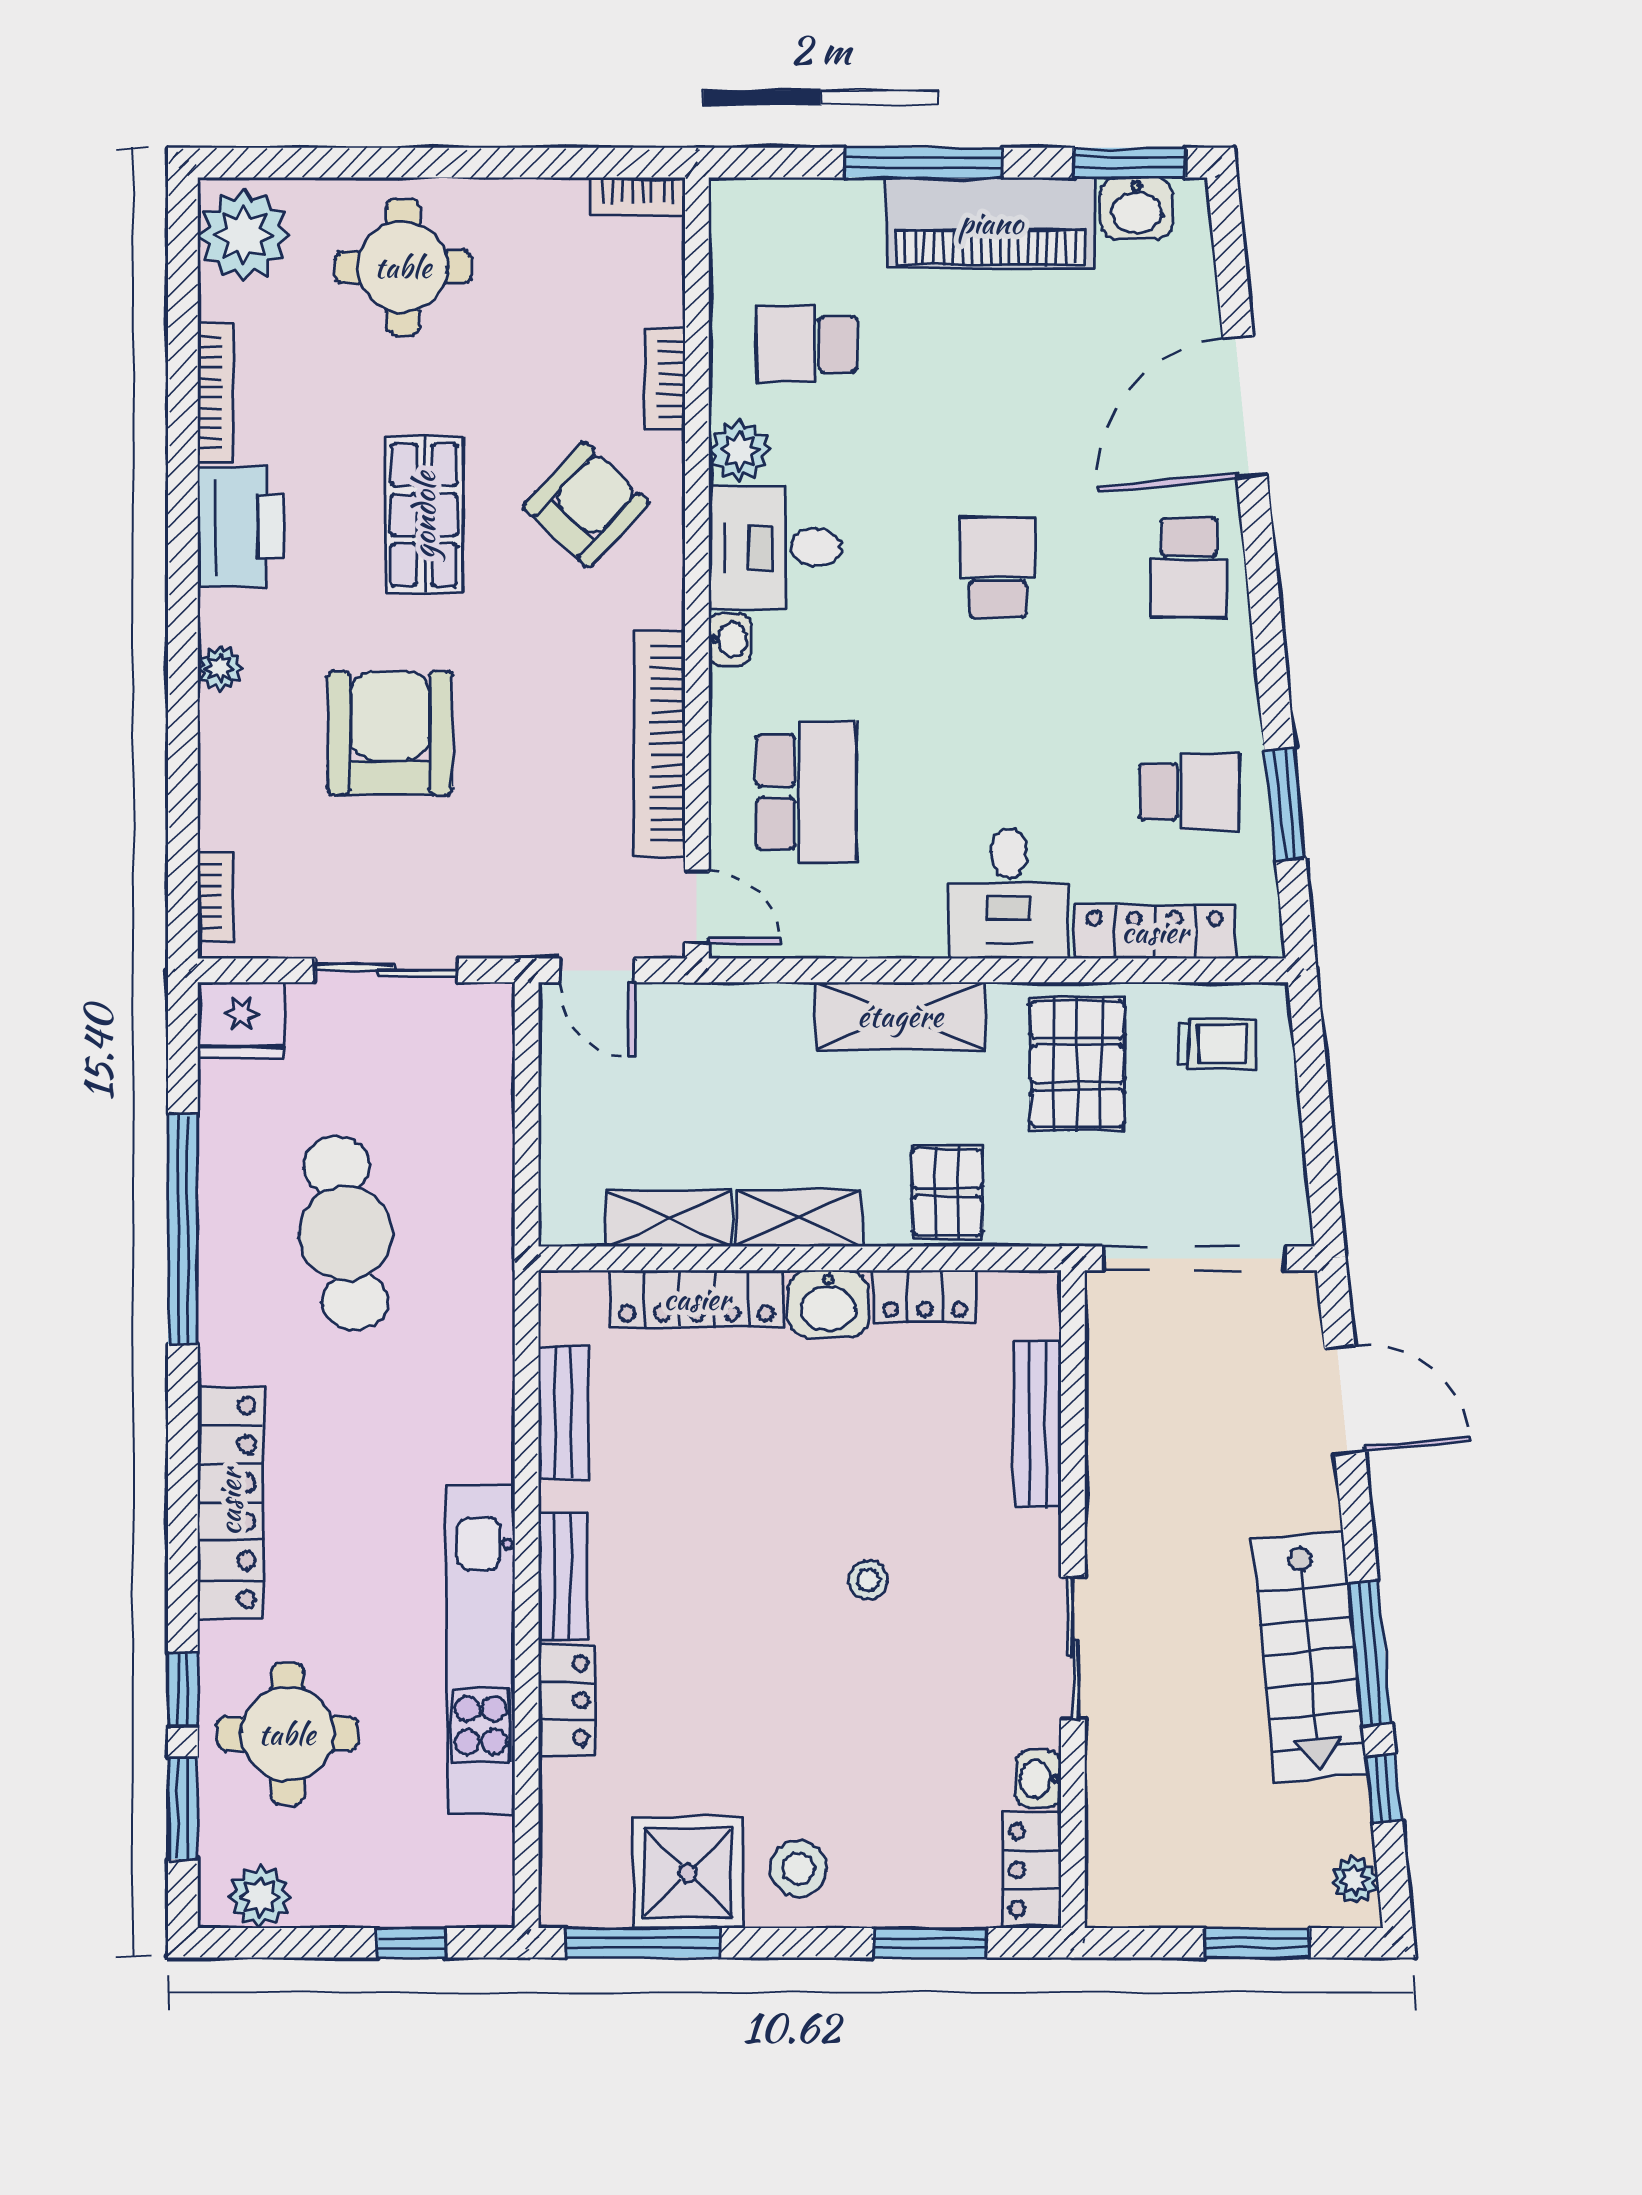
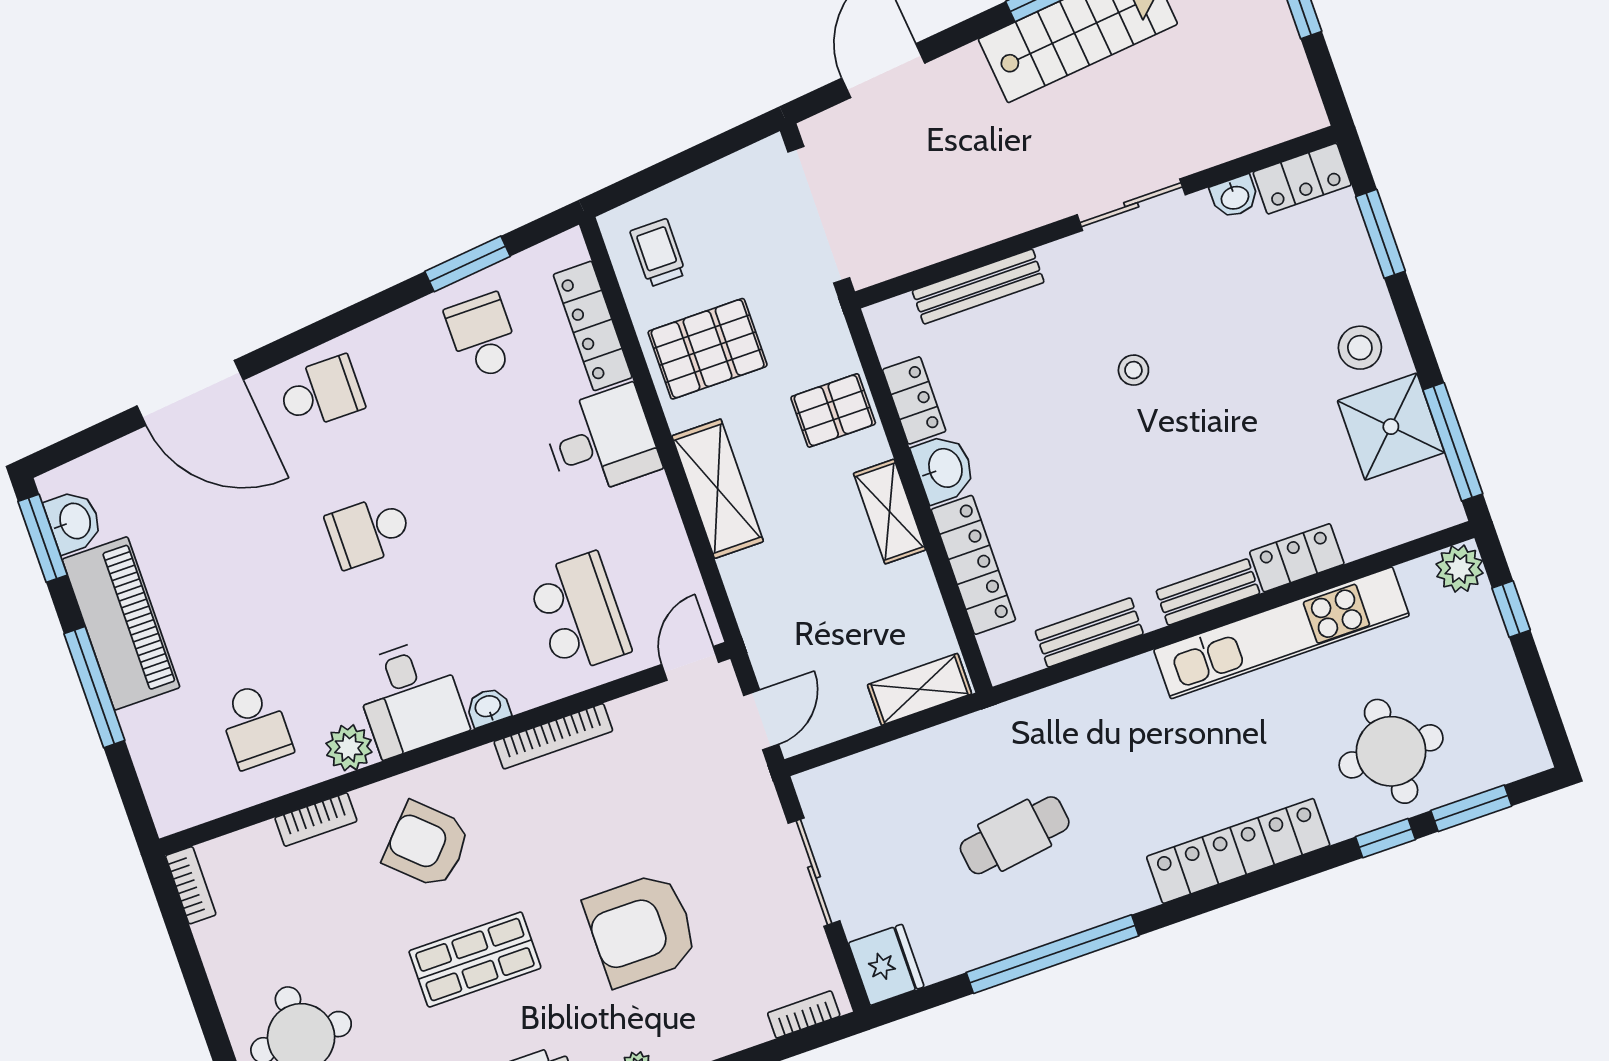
bookcase: (660, 744) -> (553, 736), width x0.68, depth x0.76
school desk: (807, 792) -> (579, 613), turned 90
shelving: (668, 1218) -> (920, 689), moved, turned 90
cafe table: (346, 1234) -> (1015, 835), width x0.73, depth x0.74
plant: (260, 1897) -> (1460, 569), moved

